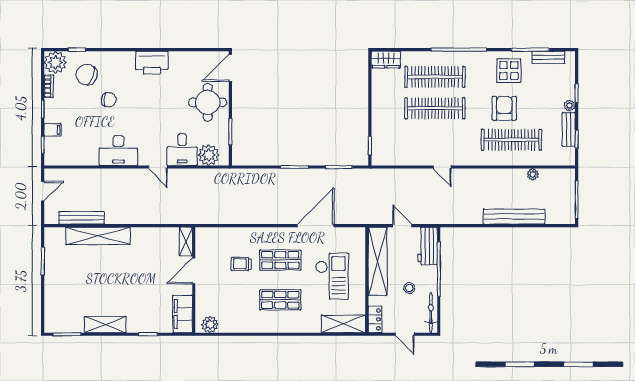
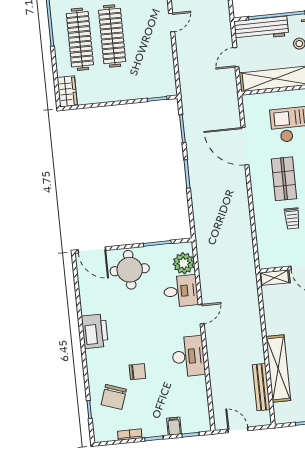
plant: (55, 62) -> (105, 430), removed
chair: (109, 100) -> (137, 372), turned 87
workbench: (428, 246) -> (261, 28), width x1.38

